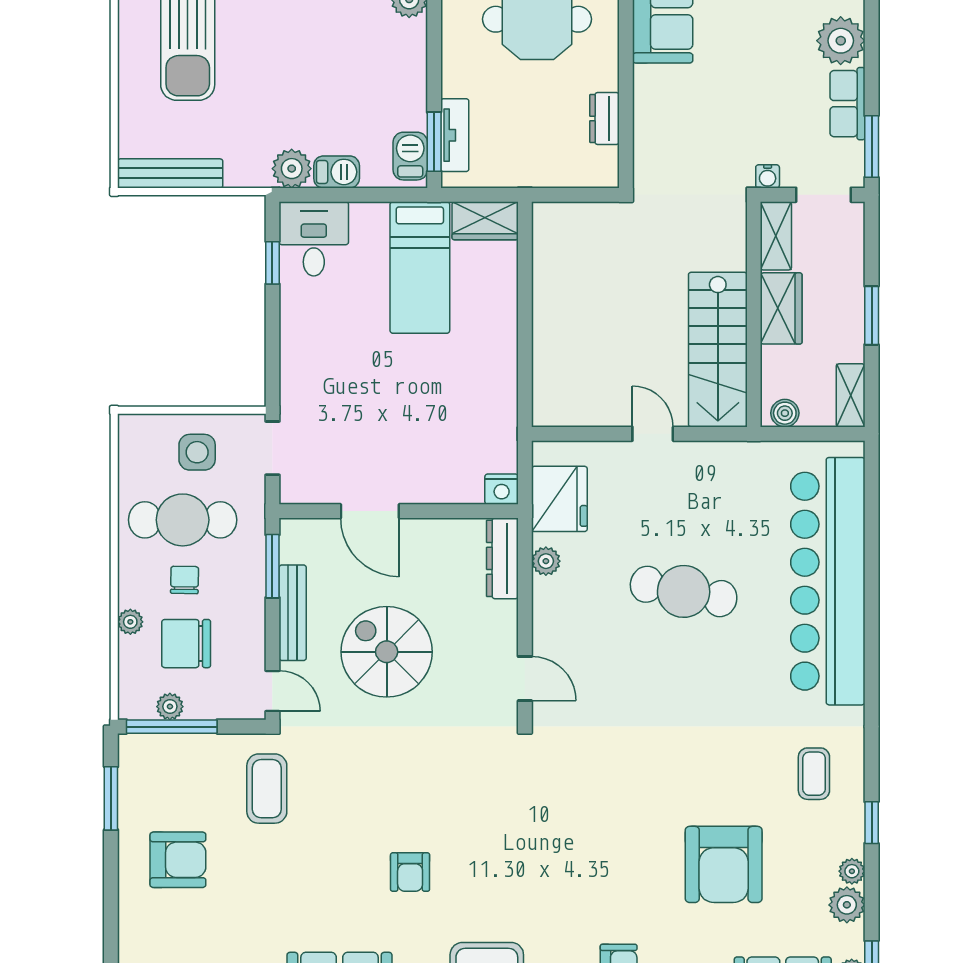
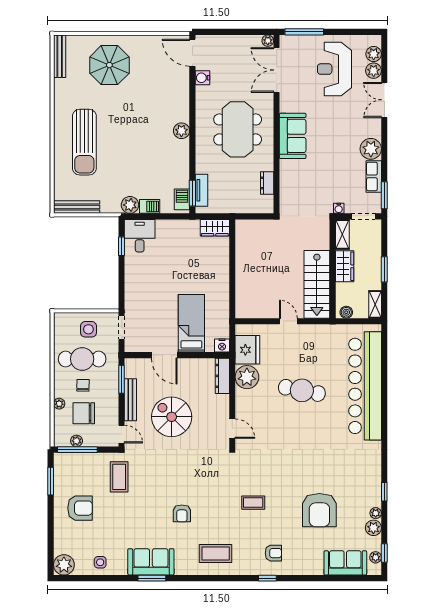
bed: (420, 267) -> (191, 323), moved, turned 180
plant: (546, 561) -> (247, 377), width x1.88, depth x1.88
coffee table: (814, 774) -> (253, 503), moved, turned 90

